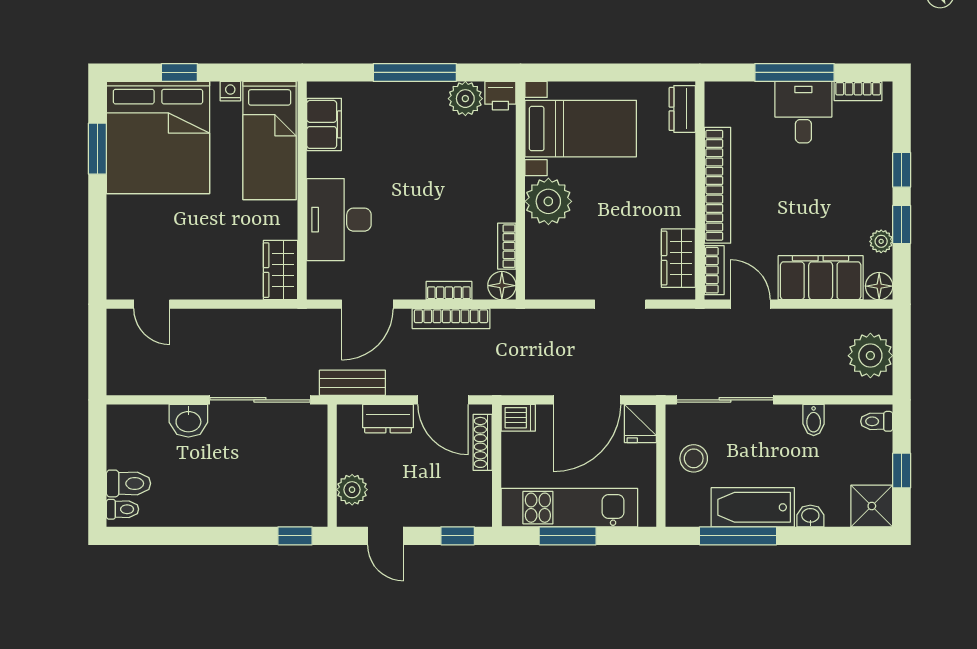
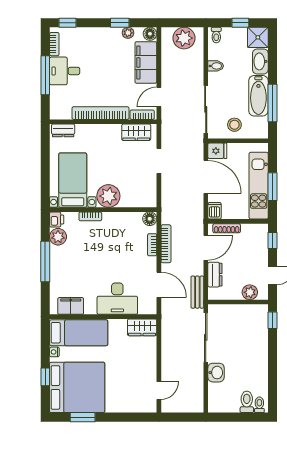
window: (902, 170) -> (68, 23), moved
bookcase: (507, 246) -> (90, 216), moved
washbasin: (810, 516) -> (260, 61), width x1.91, depth x1.45

